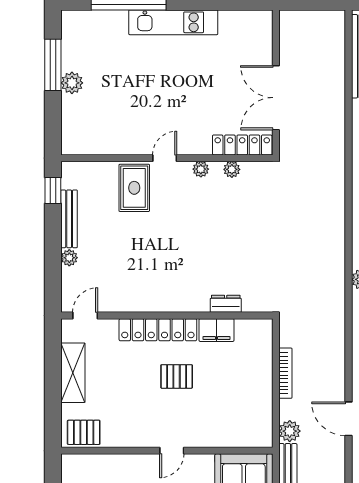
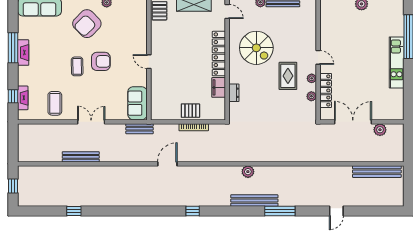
locker: (242, 145) -> (326, 90), moved
rug: (134, 188) -> (288, 76), moved, turned 90
spiral stairs: (148, 265) -> (256, 48), added
pallet: (177, 376) -> (190, 111), moved, turned 90
plant: (290, 431) -> (380, 130), moved

